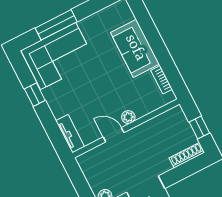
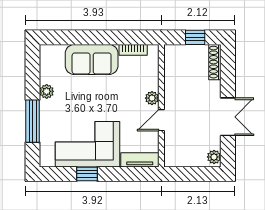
plant: (88, 24) -> (47, 91), added
corner sofa: (58, 56) -> (87, 144), moved, turned -90

